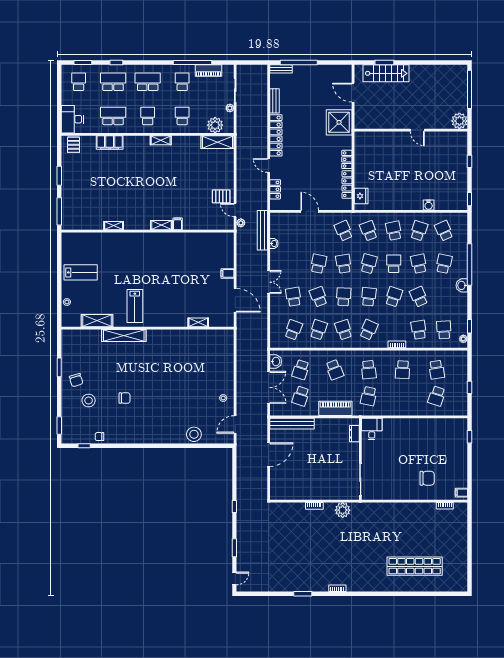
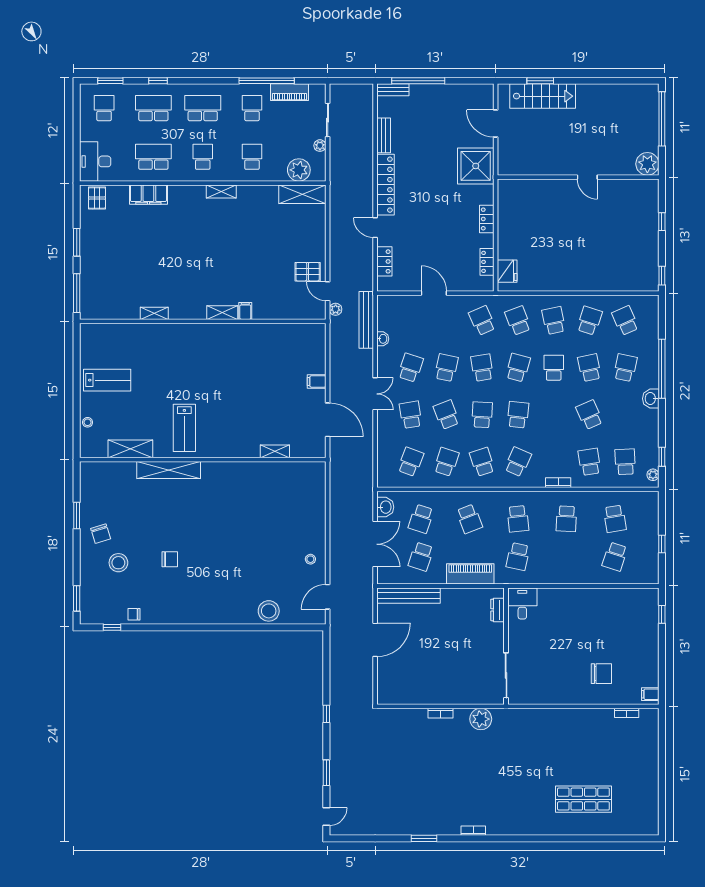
locker: (347, 185) -> (487, 262), width x0.66
water cooler: (429, 205) -> (603, 284), removed
school desk: (394, 297) -> (411, 368), moved
shop shelf: (415, 566) -> (583, 799), width x0.71

